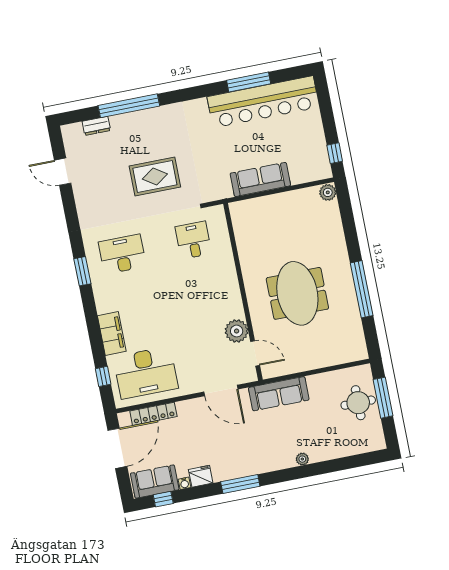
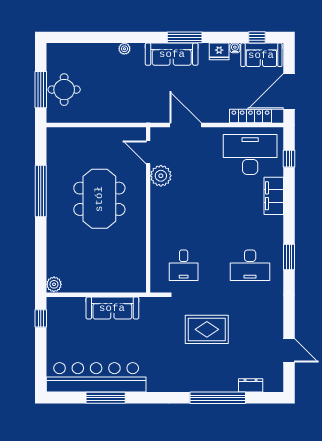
sofa: (279, 394) -> (172, 54), moved, turned 180

